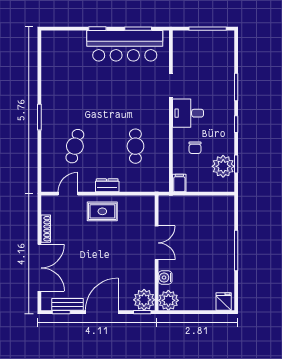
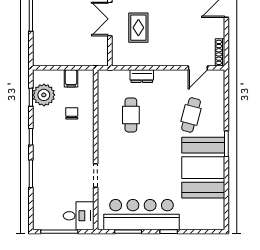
booth: (63, 93) -> (203, 168), added
desk: (188, 113) -> (79, 216), moved
filing cabinet: (179, 183) -> (71, 78), moved
dresser: (107, 185) -> (142, 76), moved
rug: (102, 211) -> (138, 28), moved, turned 90
shoe rack: (46, 229) -> (220, 52), moved

